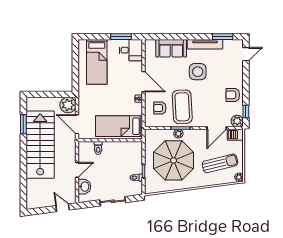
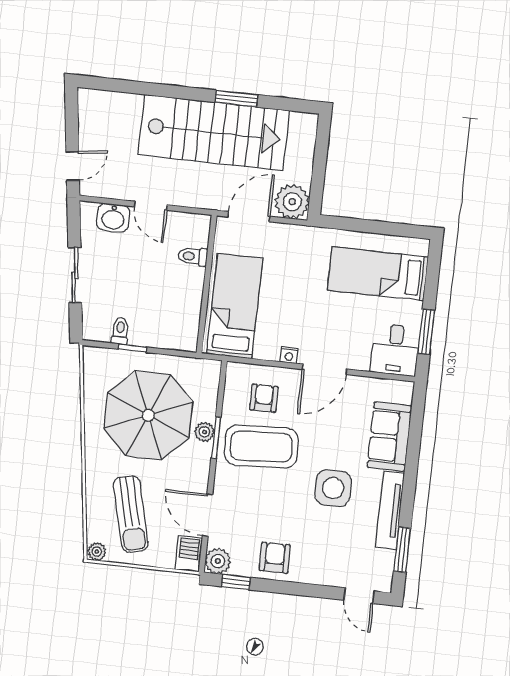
window: (23, 124) -> (236, 99), moved

